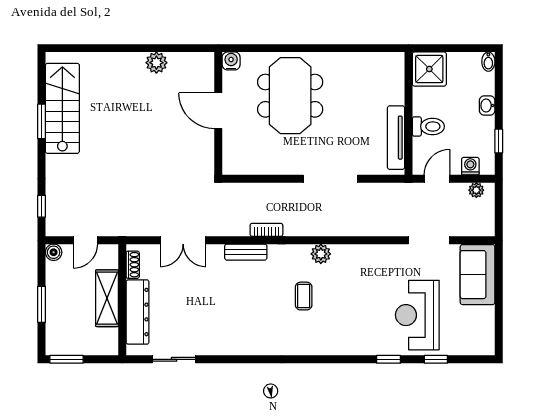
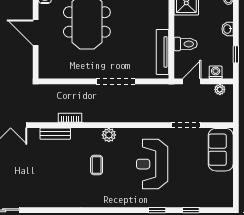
reception desk: (417, 315) -> (152, 164), moved

